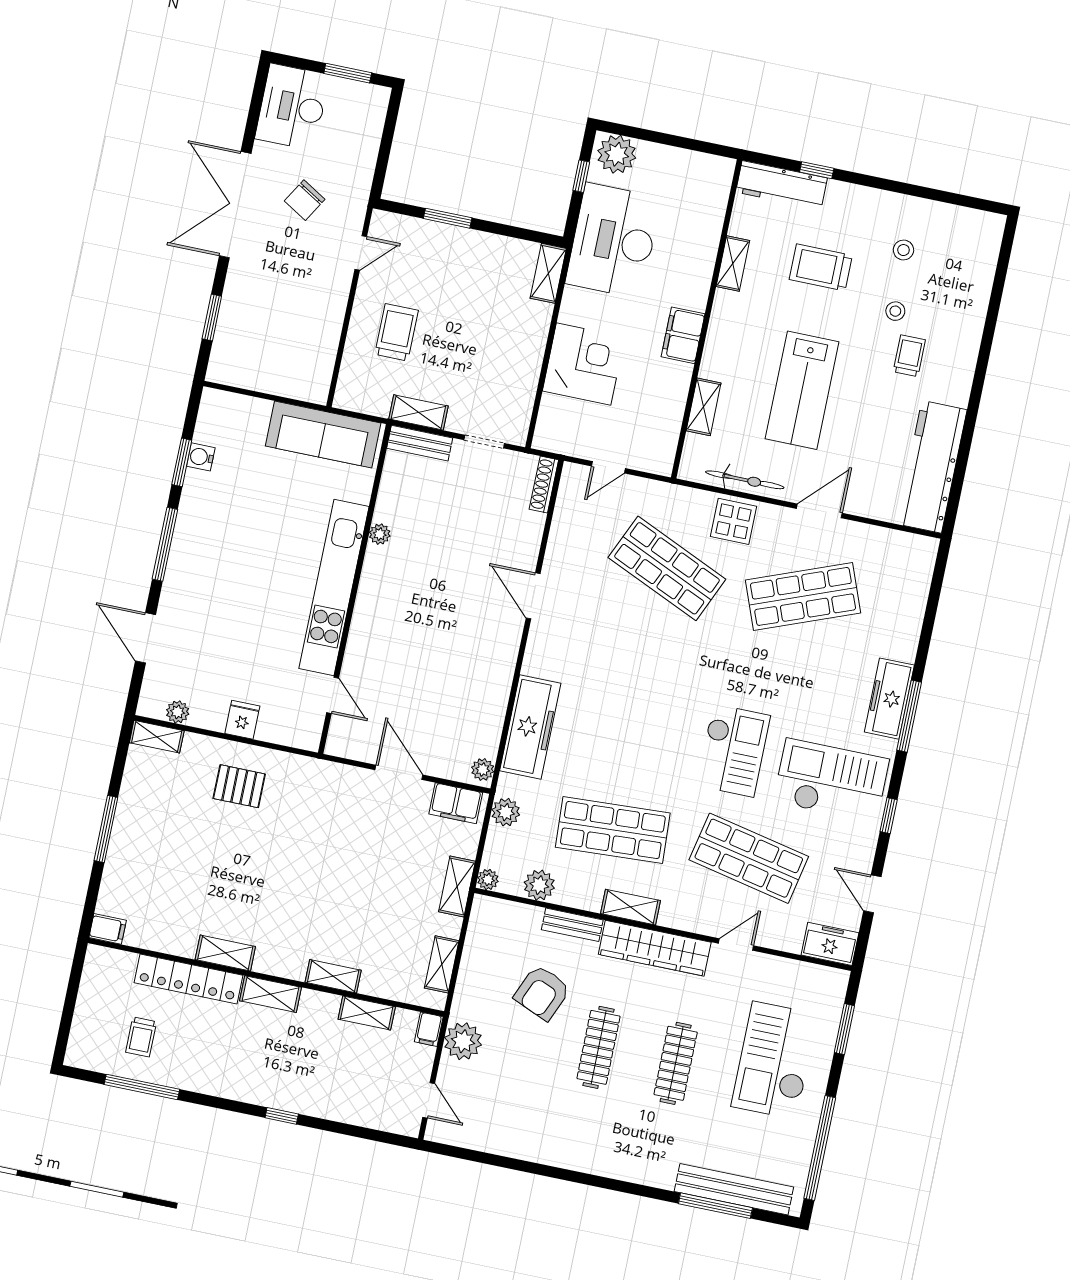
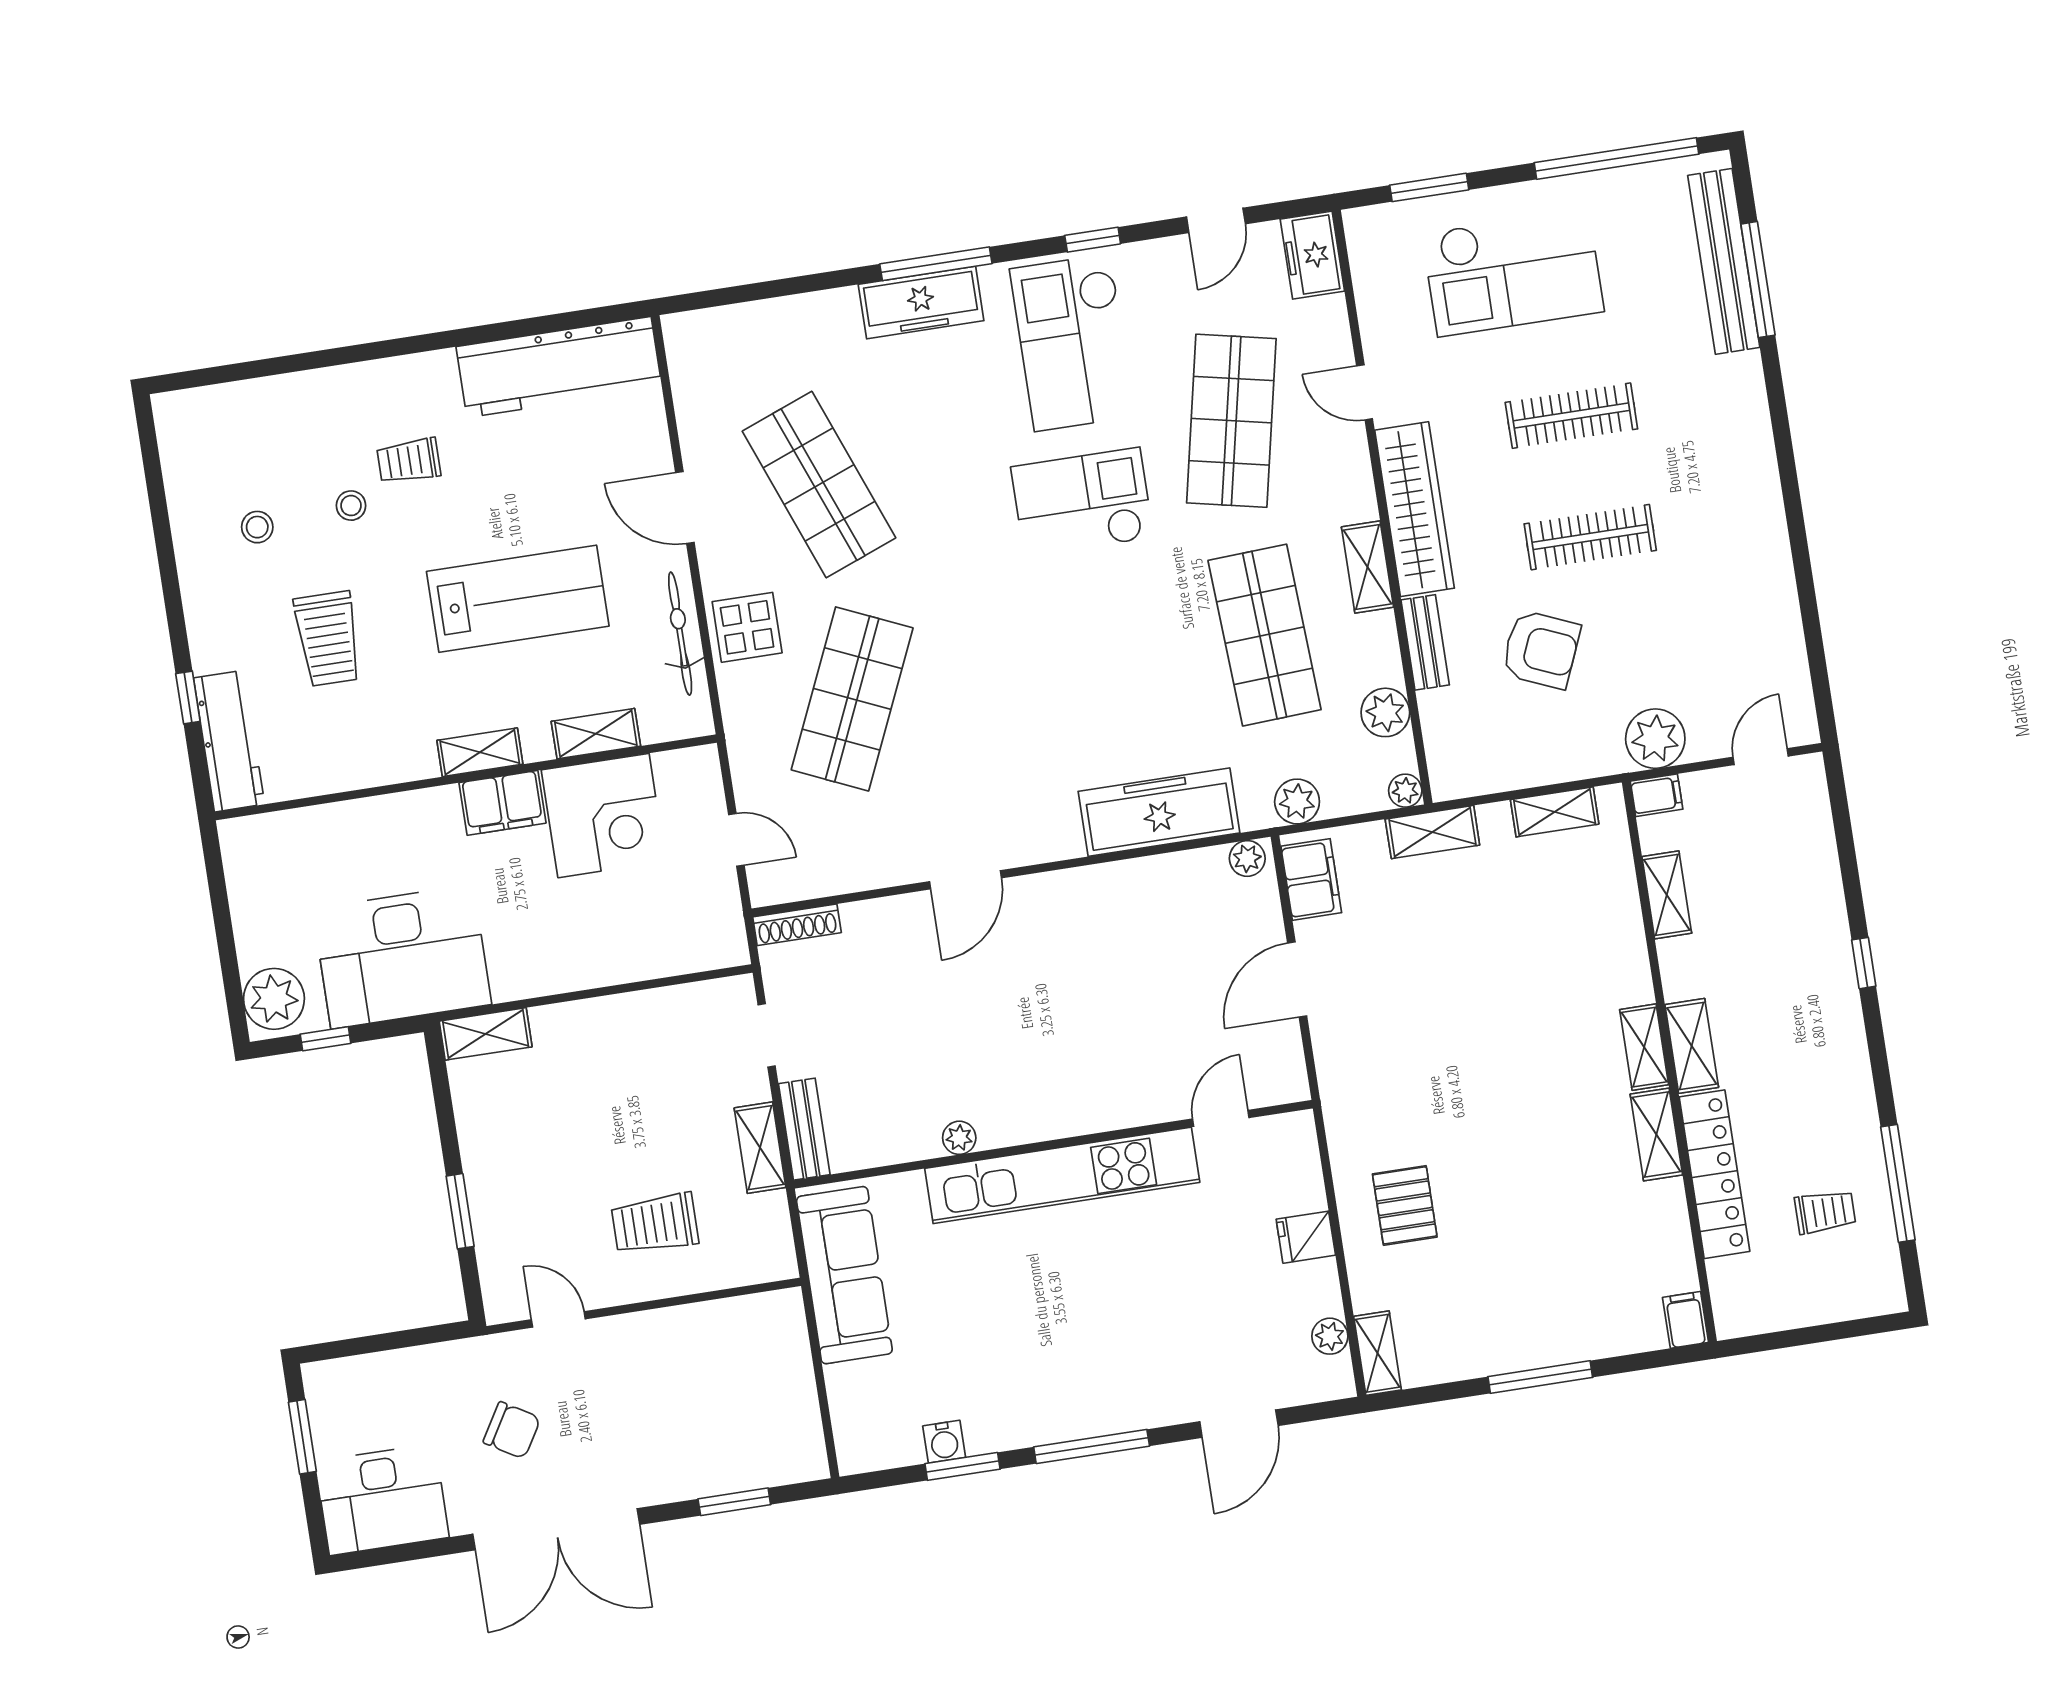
shelving: (733, 264) -> (480, 752), moved
corner desk: (584, 364) -> (603, 816), moved, turned 180
shelving: (333, 976) -> (1644, 1047), moved

